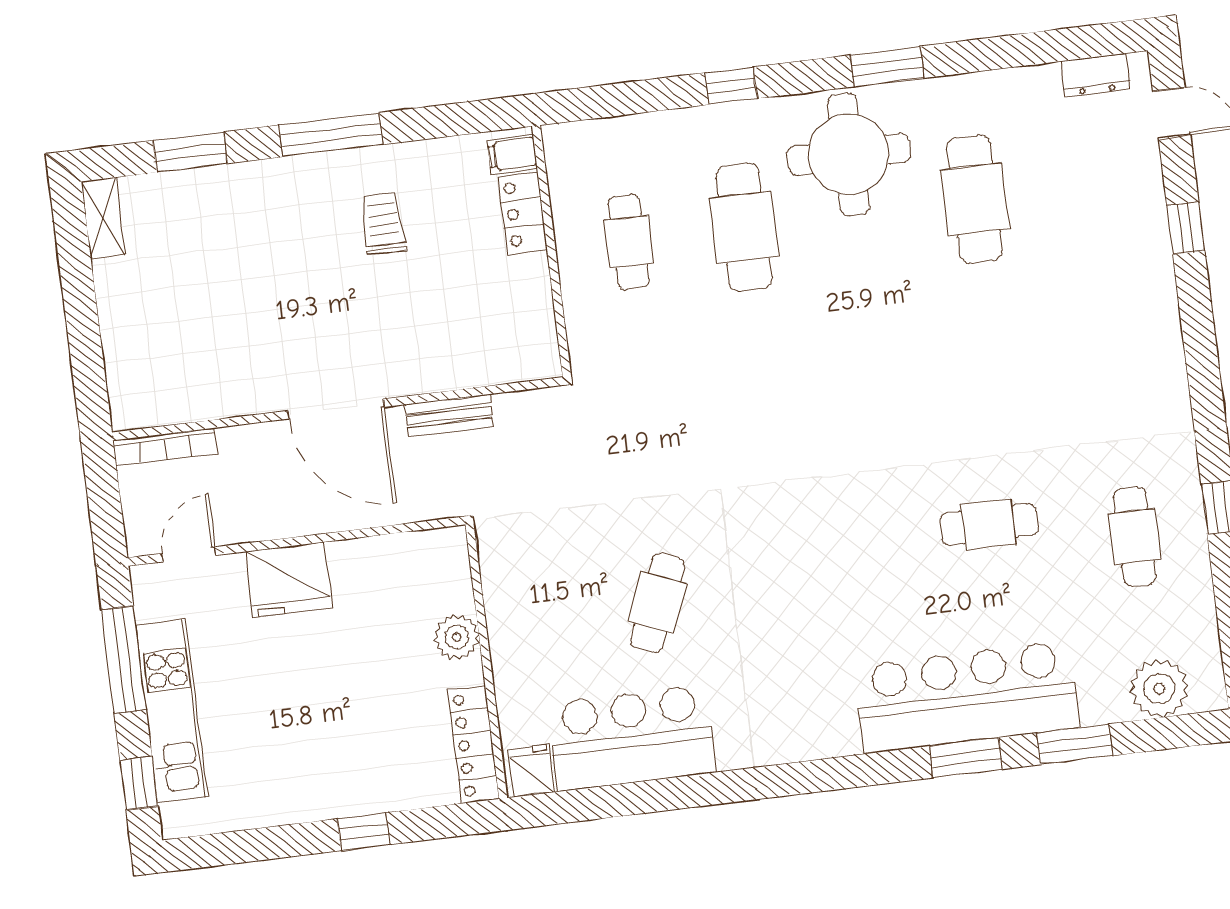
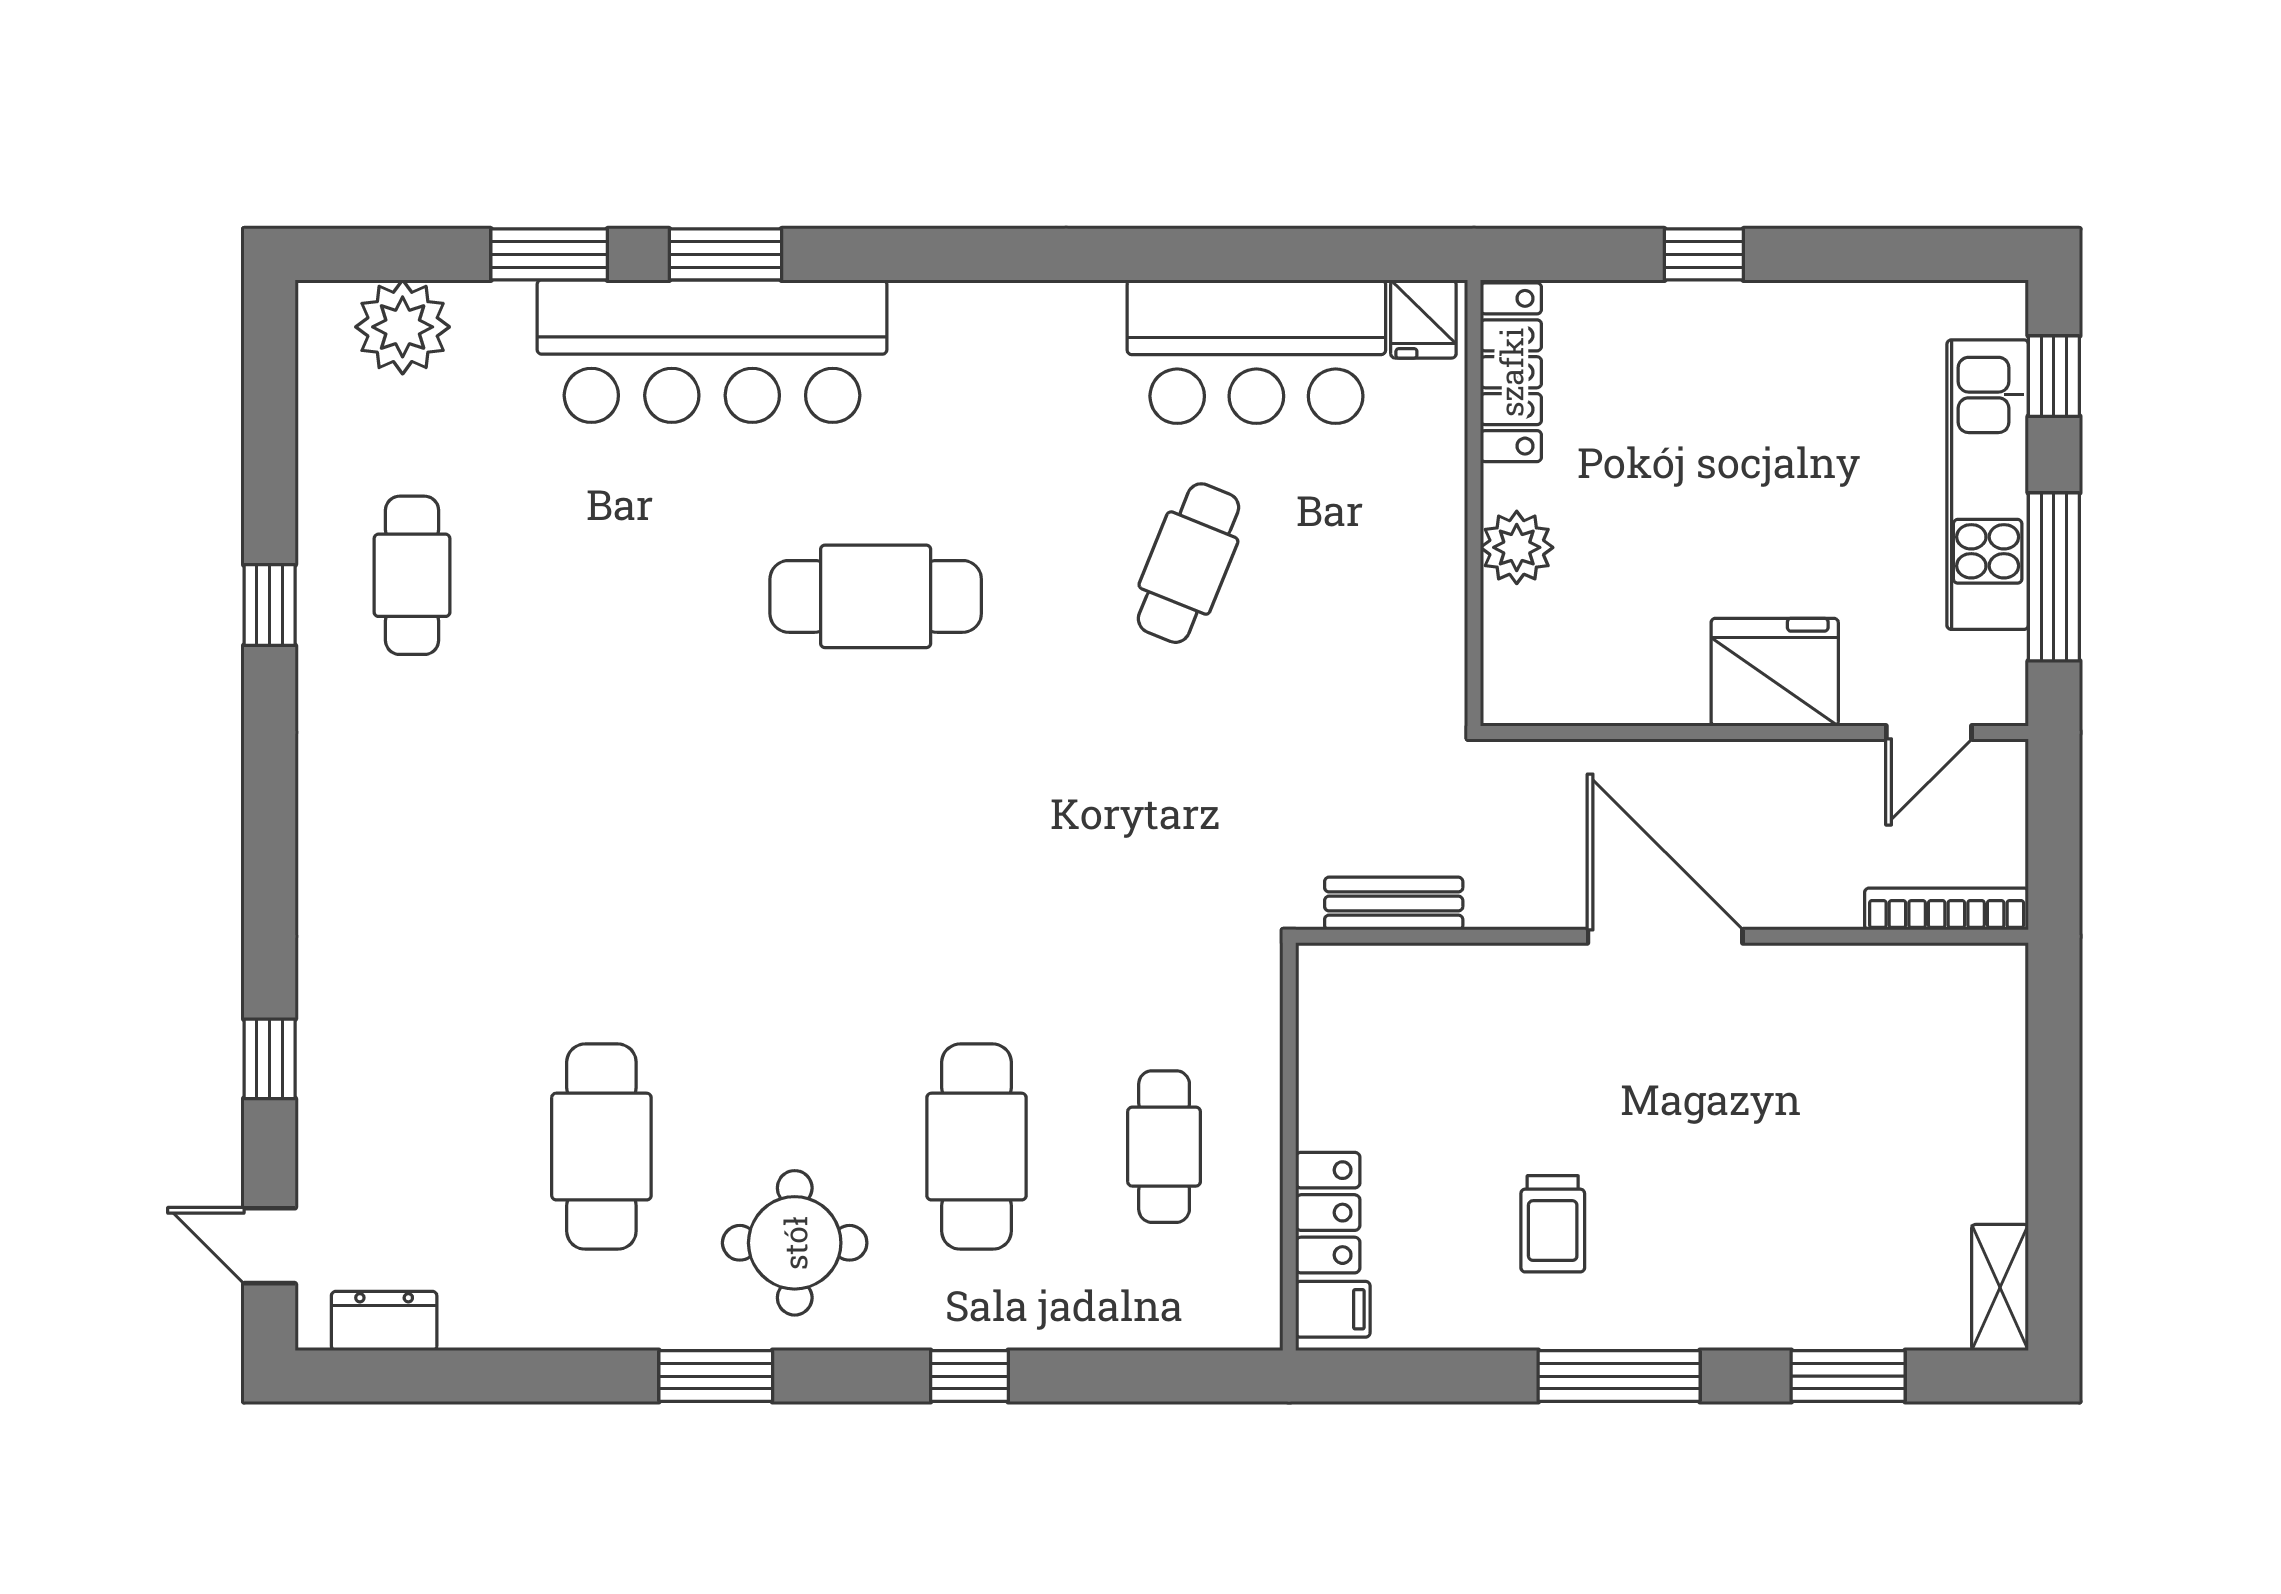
round table: (849, 154) -> (795, 1243), width x0.73, depth x0.73
bench: (449, 416) -> (1394, 904), moved
cafe table: (989, 524) -> (876, 596), moved, width x1.37, depth x1.35

